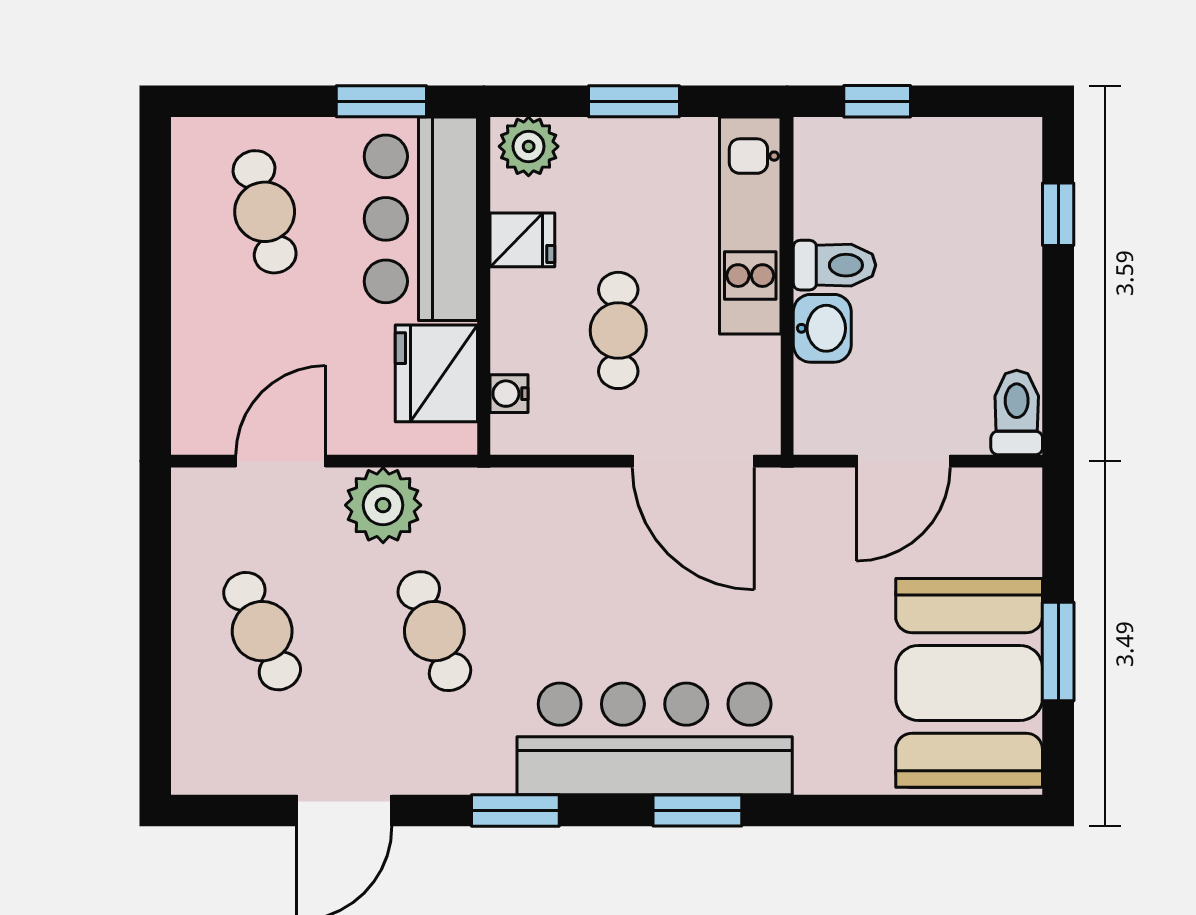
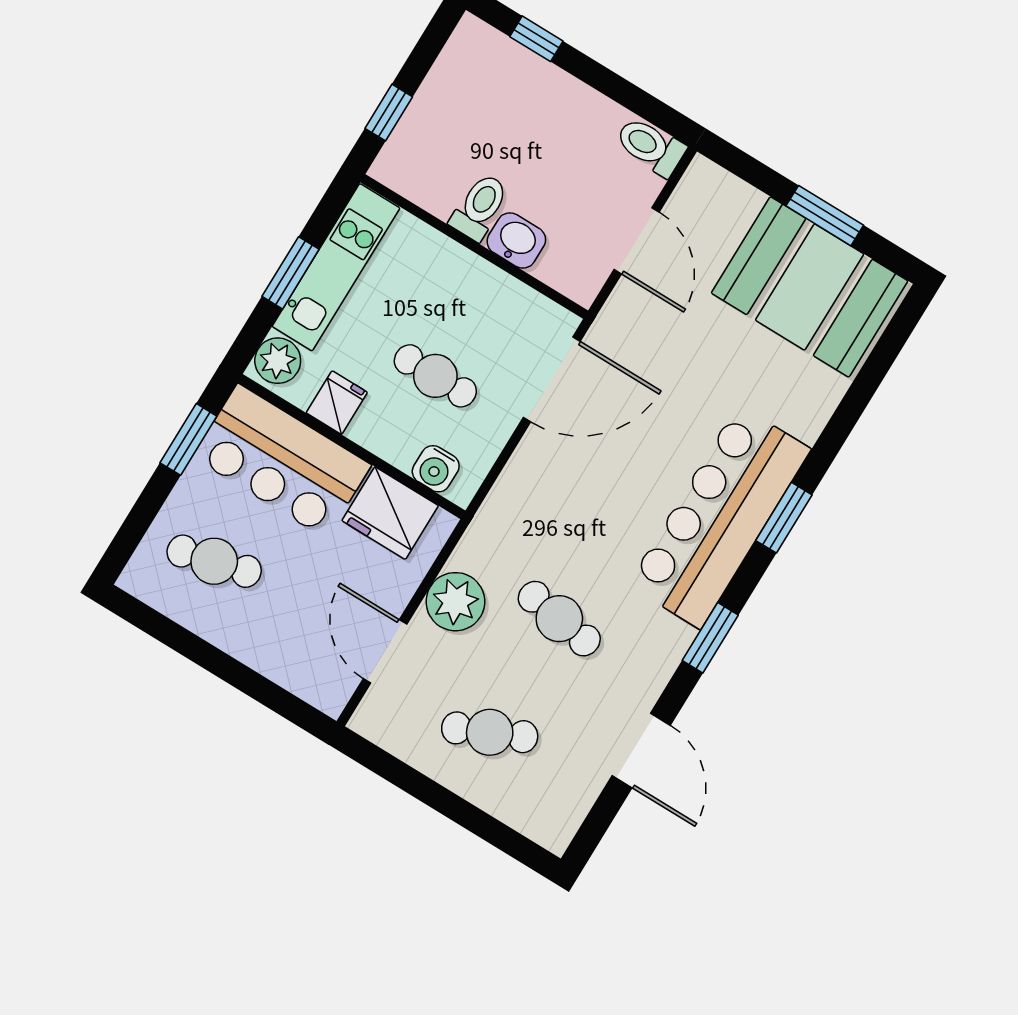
kitchen unit: (750, 226) -> (336, 267), moved, turned -90
water cooler: (509, 394) -> (436, 469), width x1.38, depth x1.38
cafe table: (434, 631) -> (559, 619), turned 30

